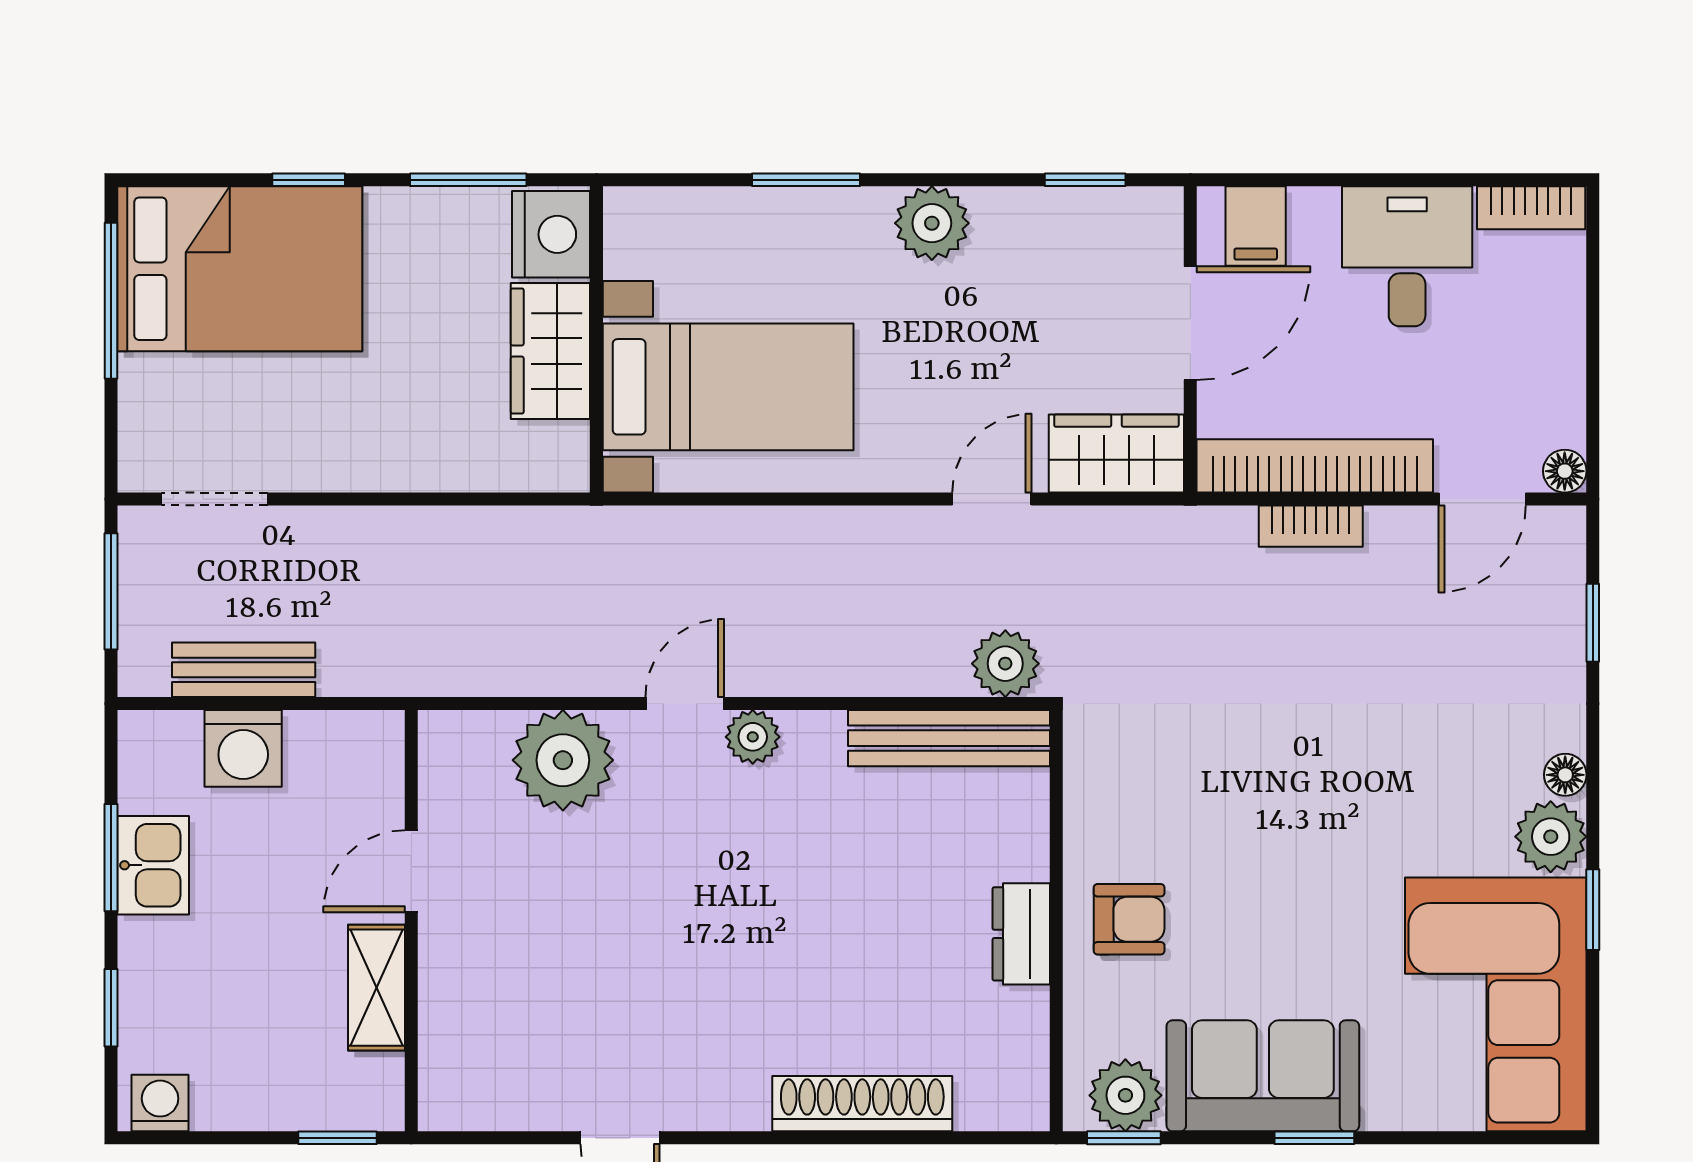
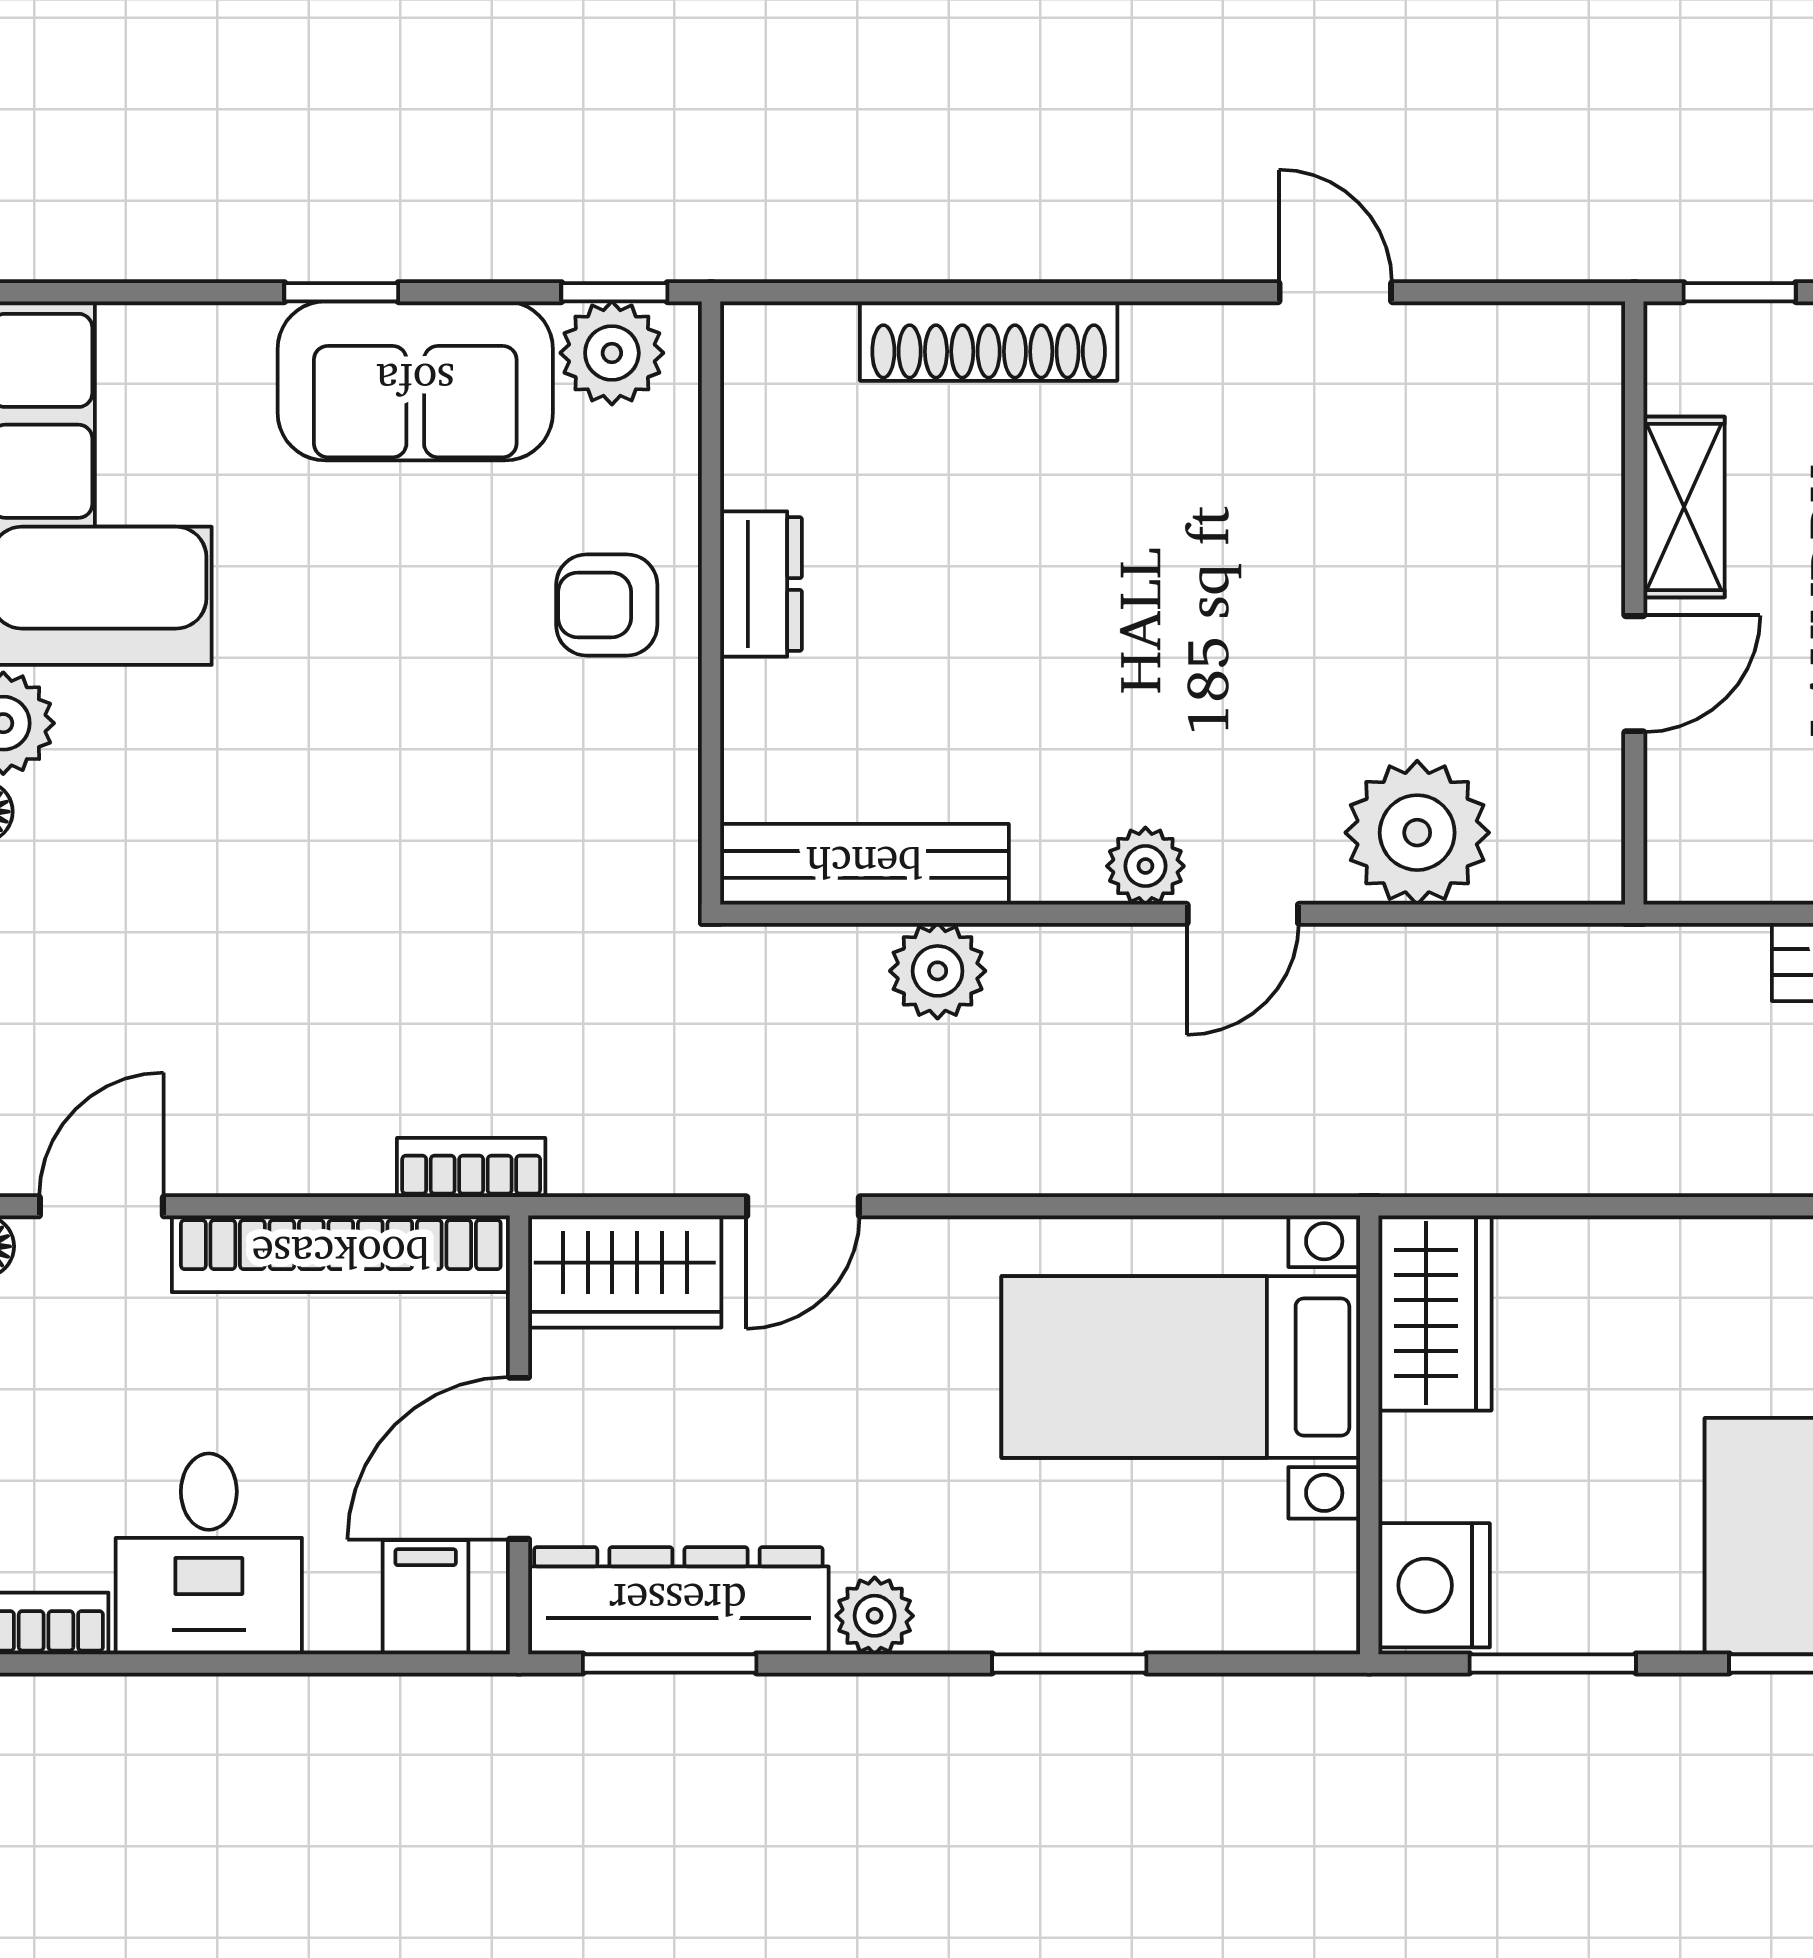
window: (1085, 180) -> (670, 1663), width x1.50
plant: (932, 223) -> (875, 1616), width x0.73, depth x0.73
dresser: (1079, 224) -> (678, 1601), added
wardrobe: (550, 351) -> (1435, 1313), moved
bookcase: (1311, 526) -> (471, 1168), moved
plant: (1005, 664) -> (938, 971), moved

